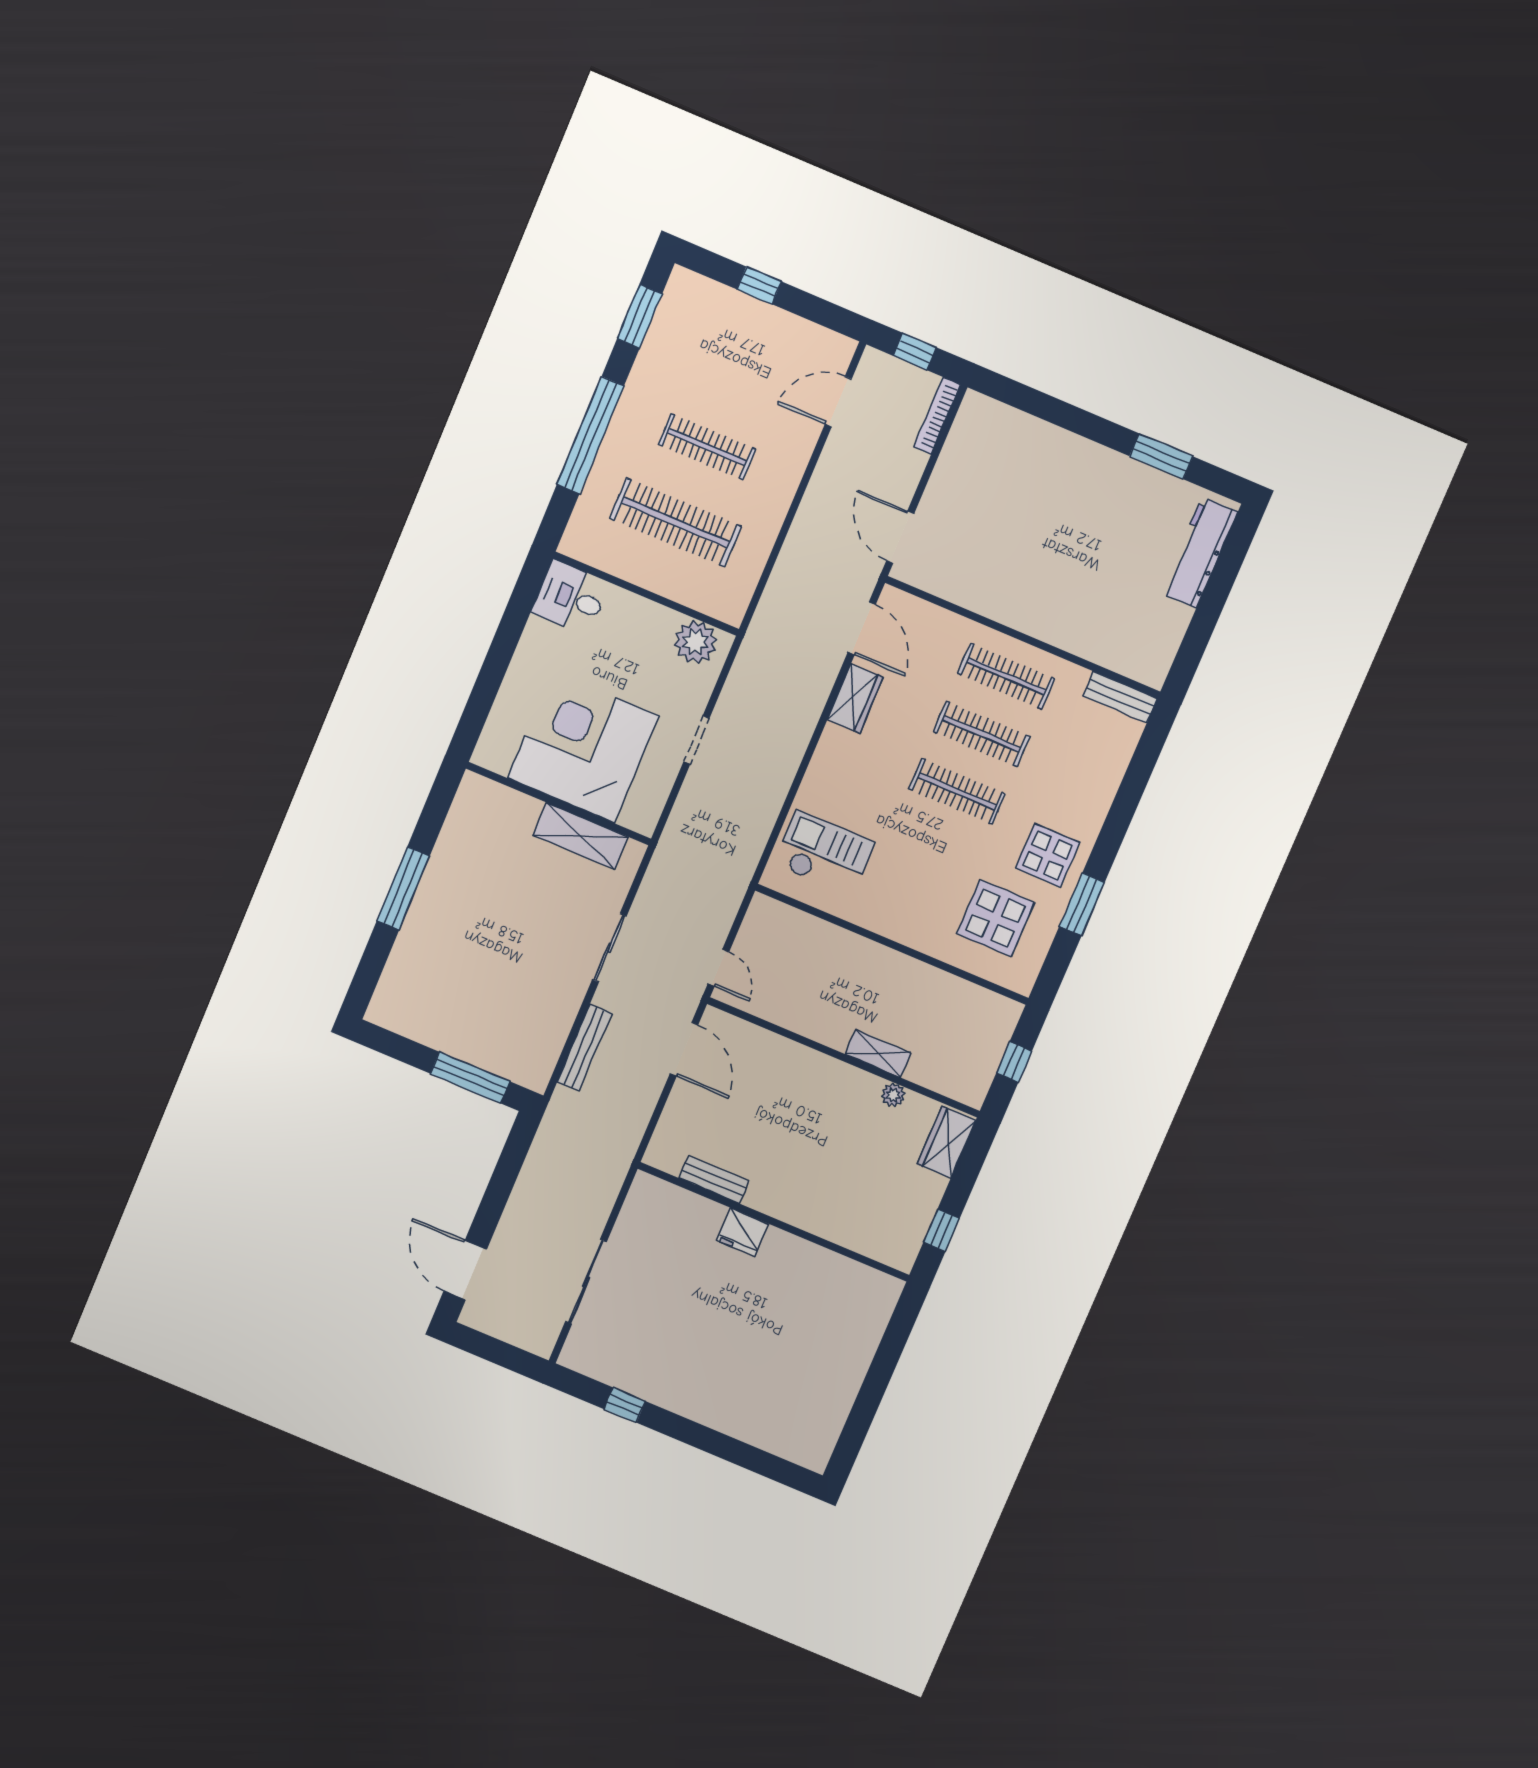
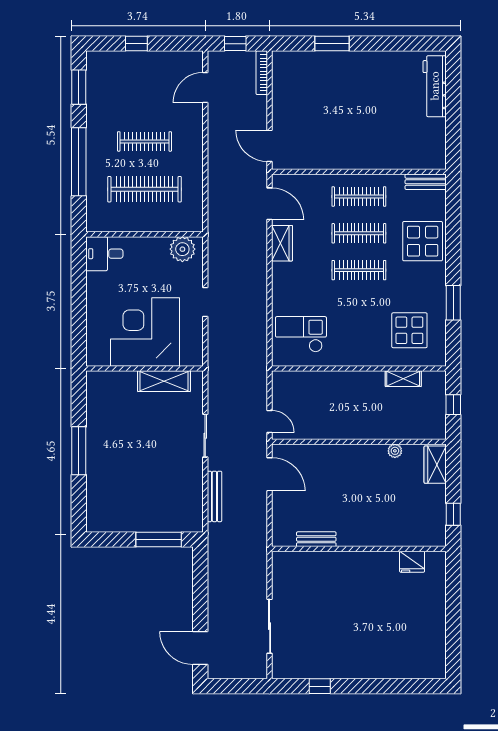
window: (1161, 456) -> (332, 44), moved
display table: (1048, 855) -> (423, 241), moved, width x1.36, depth x1.36
shelving: (878, 1053) -> (403, 379), moved
fridge: (743, 1232) -> (412, 562), moved

